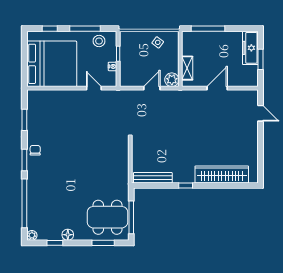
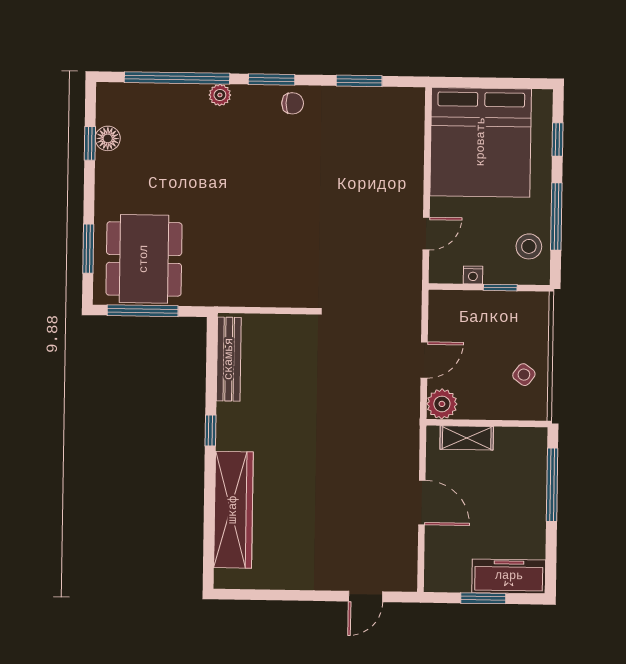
door: (152, 88) -> (424, 360), hinge flipped
plant: (32, 235) -> (220, 95), moved
floor lamp: (68, 235) -> (108, 138), moved

